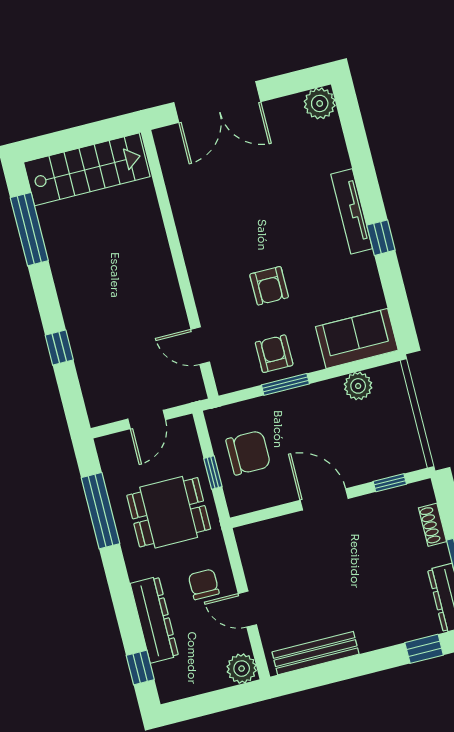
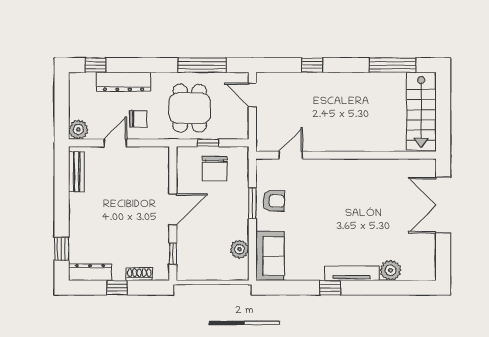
plant: (320, 103) -> (391, 270), moved
armchair: (269, 286) -> (318, 209), removed
door: (147, 419) -> (252, 95), moved
bench: (316, 653) -> (76, 172), width x0.73

